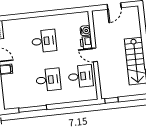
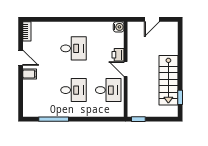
water cooler: (85, 31) -> (119, 27), moved

